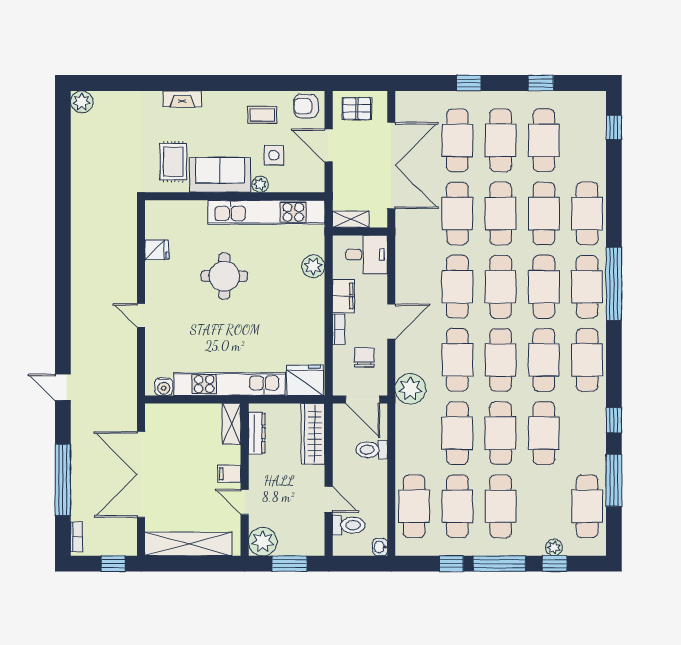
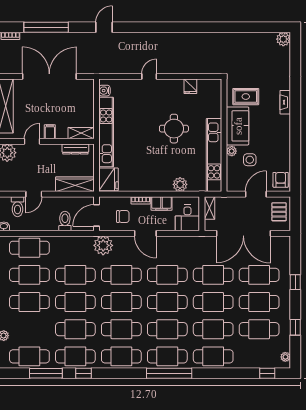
plant: (588, 98) -> (285, 357), added
coffee table: (262, 115) -> (275, 152), removed
cafe table: (587, 433) -> (75, 356), added

